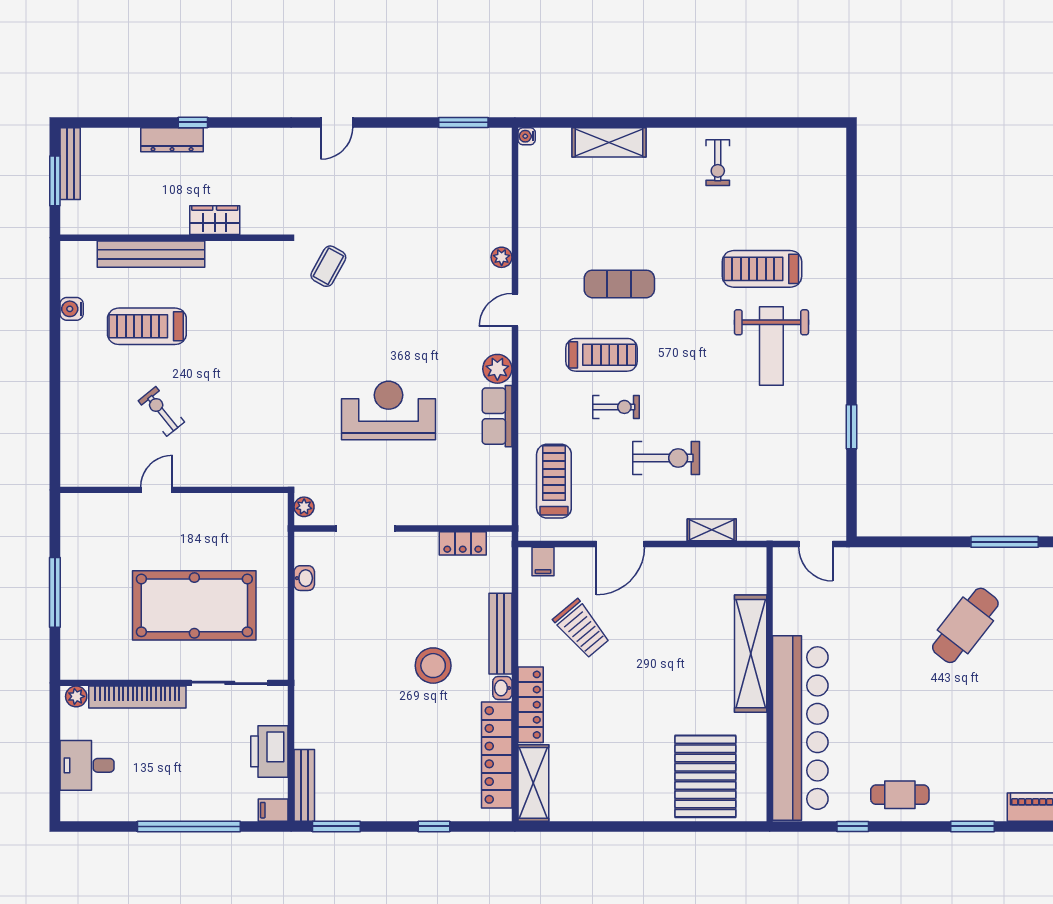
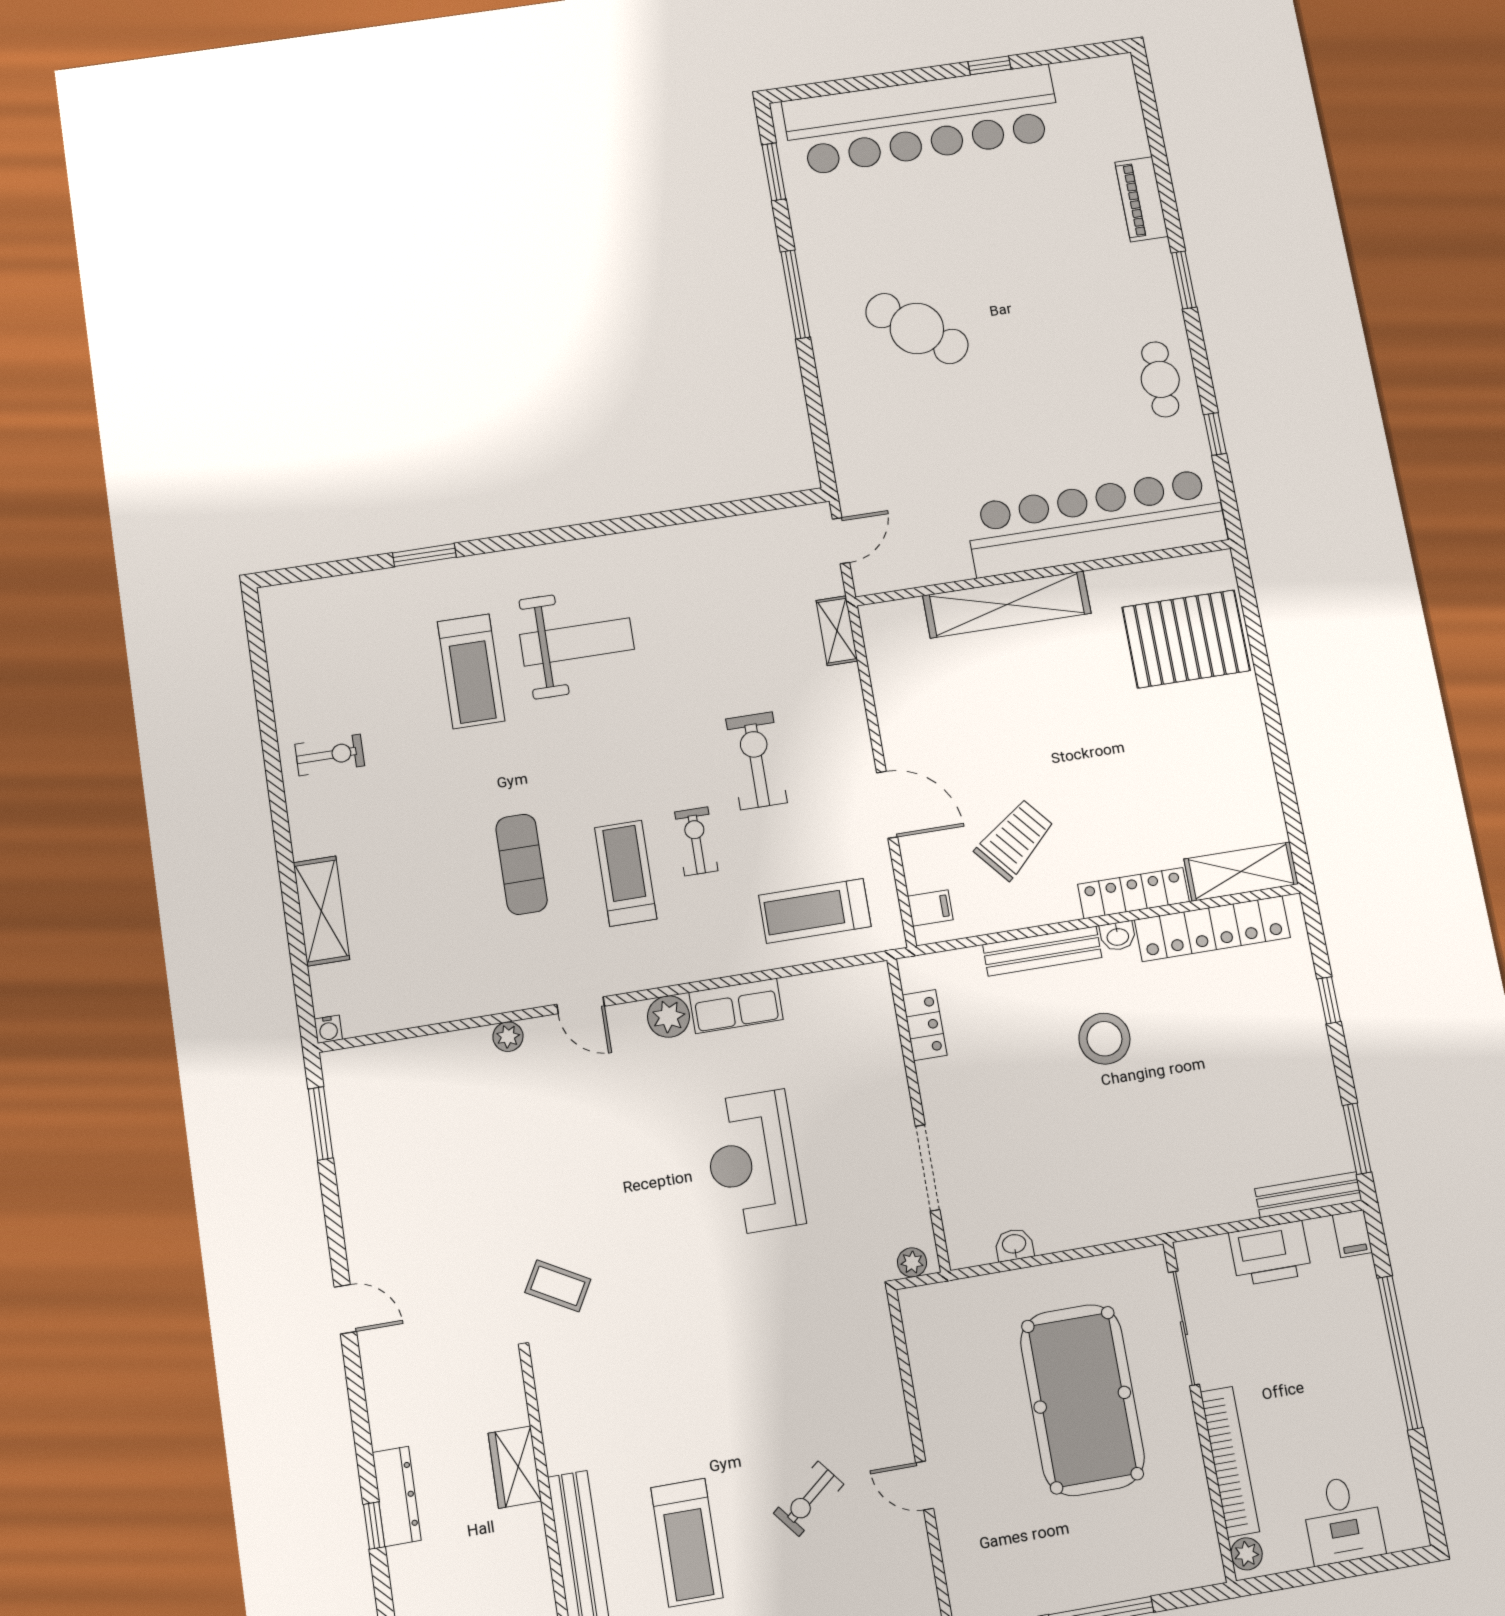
dresser: (172, 140) -> (397, 1496), moved
window: (851, 427) -> (424, 555), moved
shelving: (712, 530) -> (837, 631), moved

